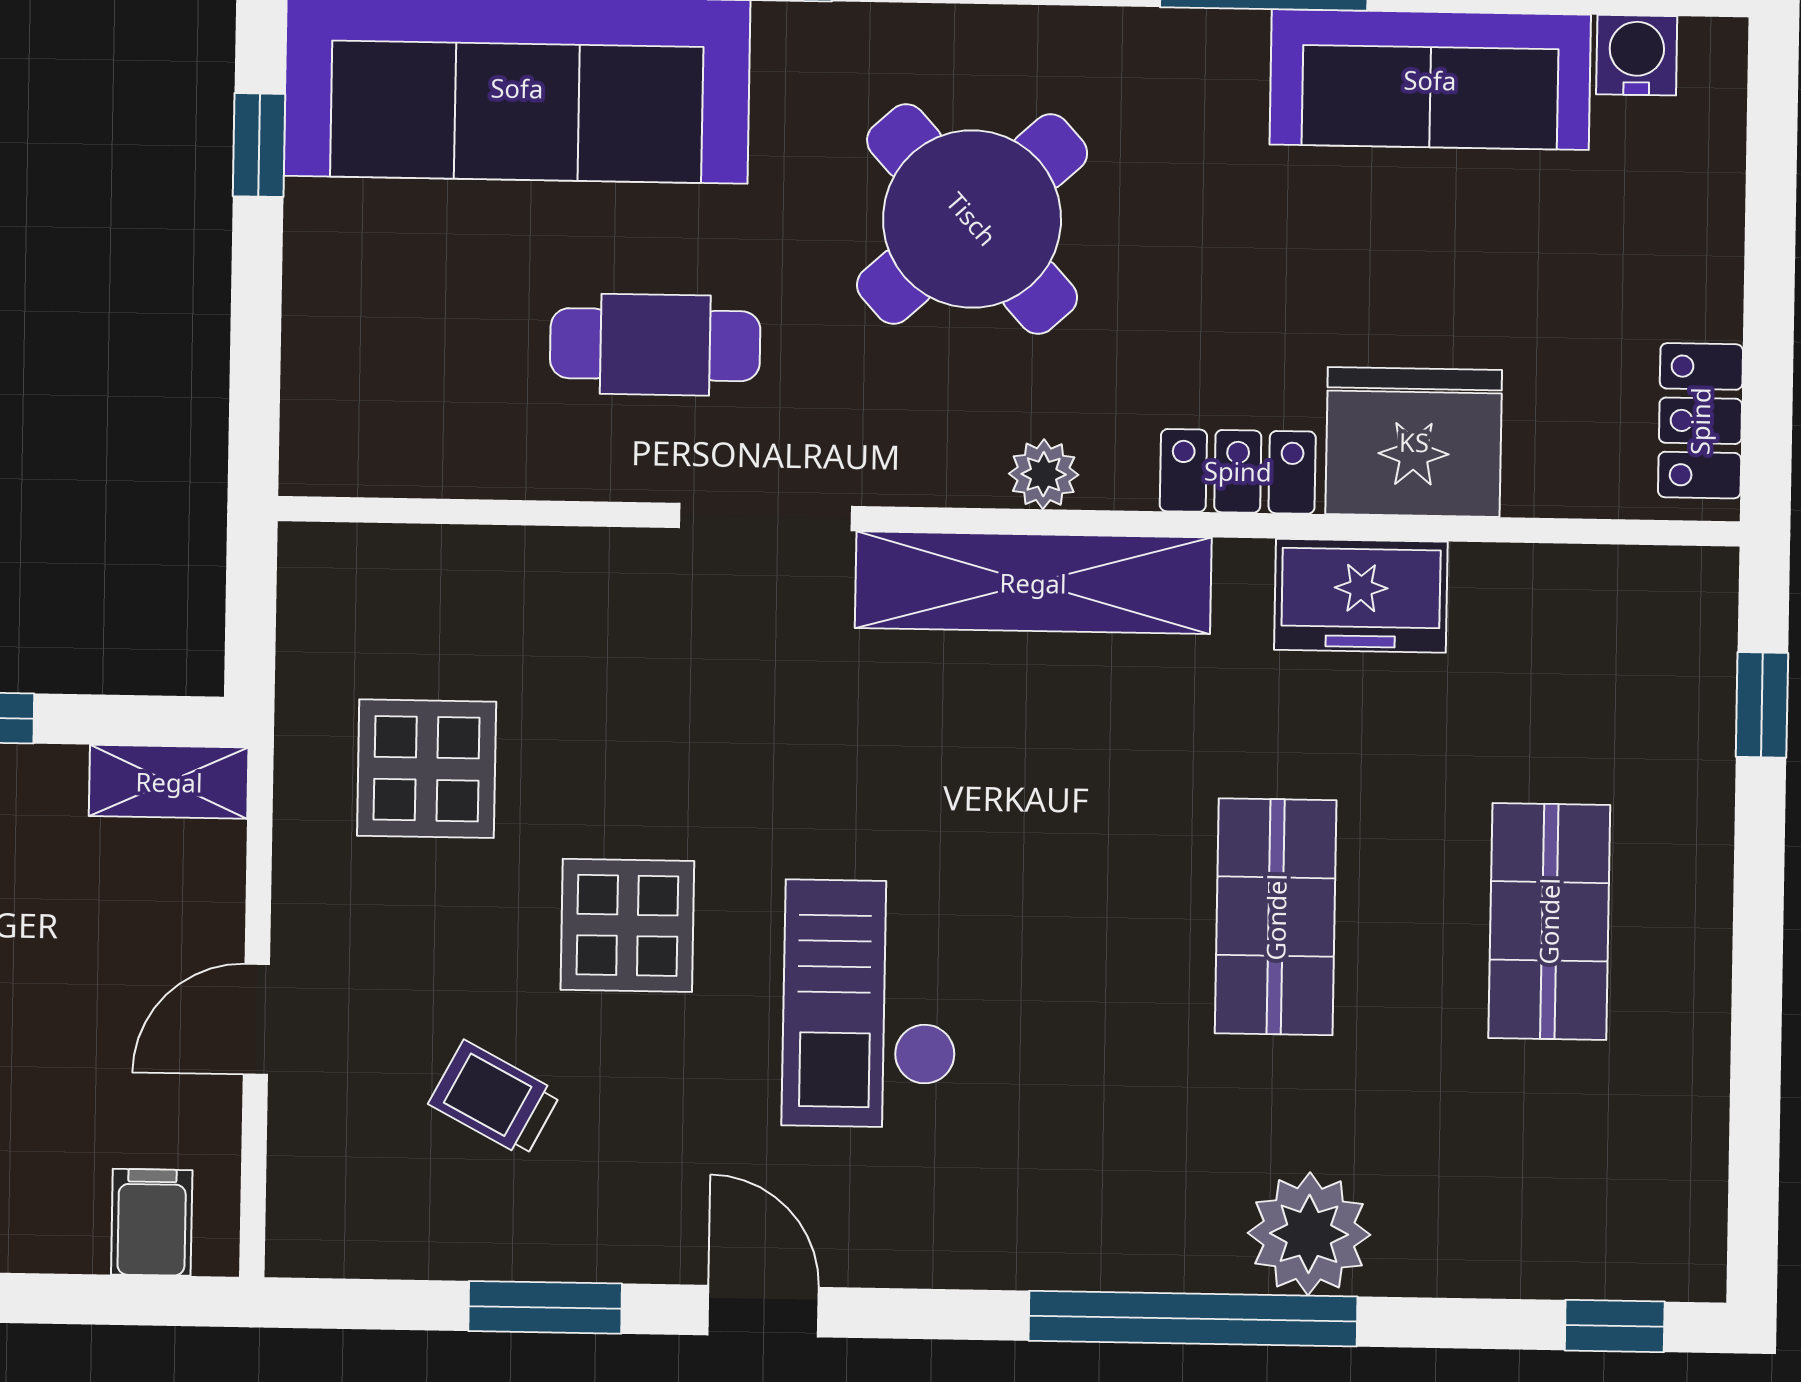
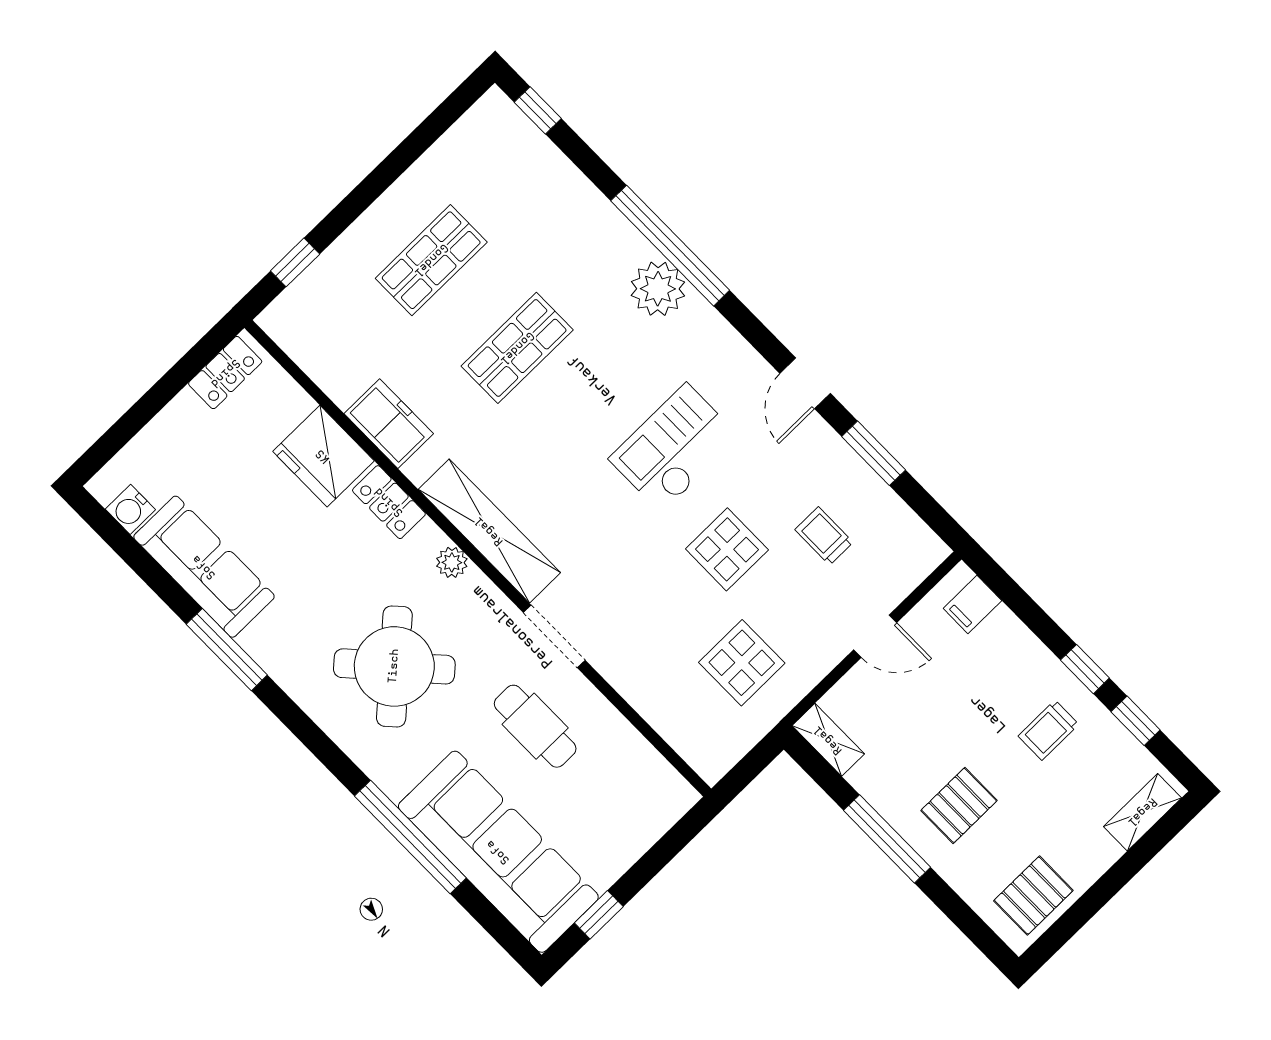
checkout: (870, 1004) -> (674, 448), turned 180
trolley: (494, 1099) -> (824, 536), turned 152
plant: (1309, 1234) -> (658, 289), moved

